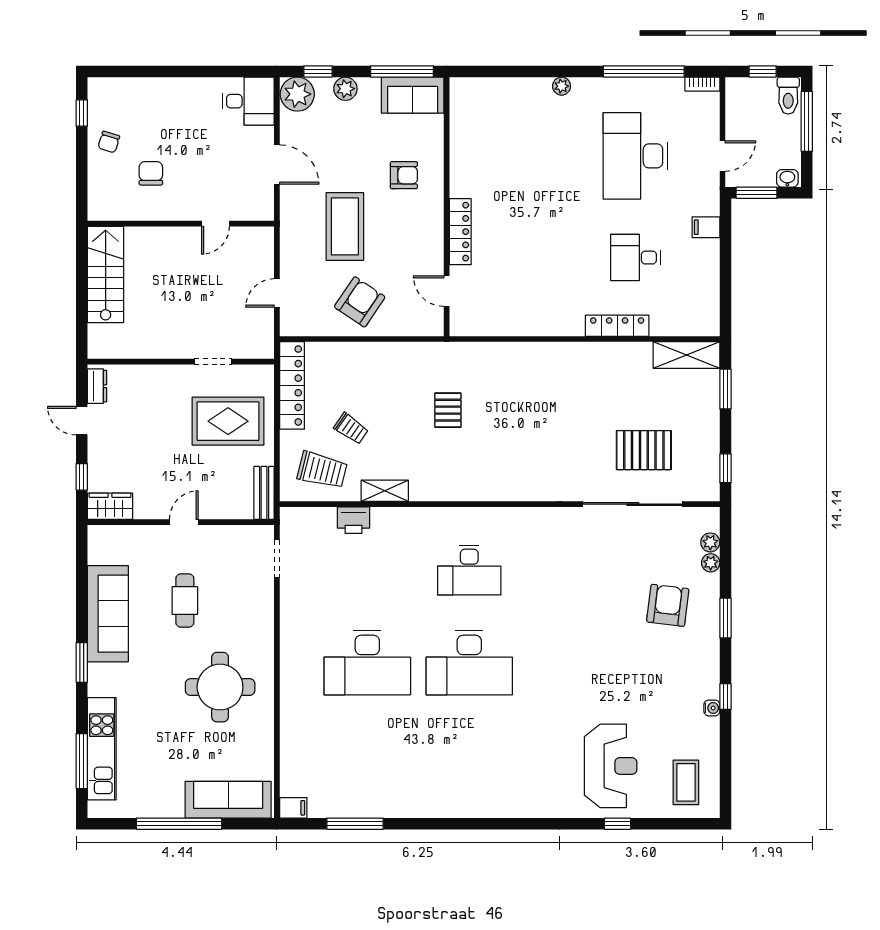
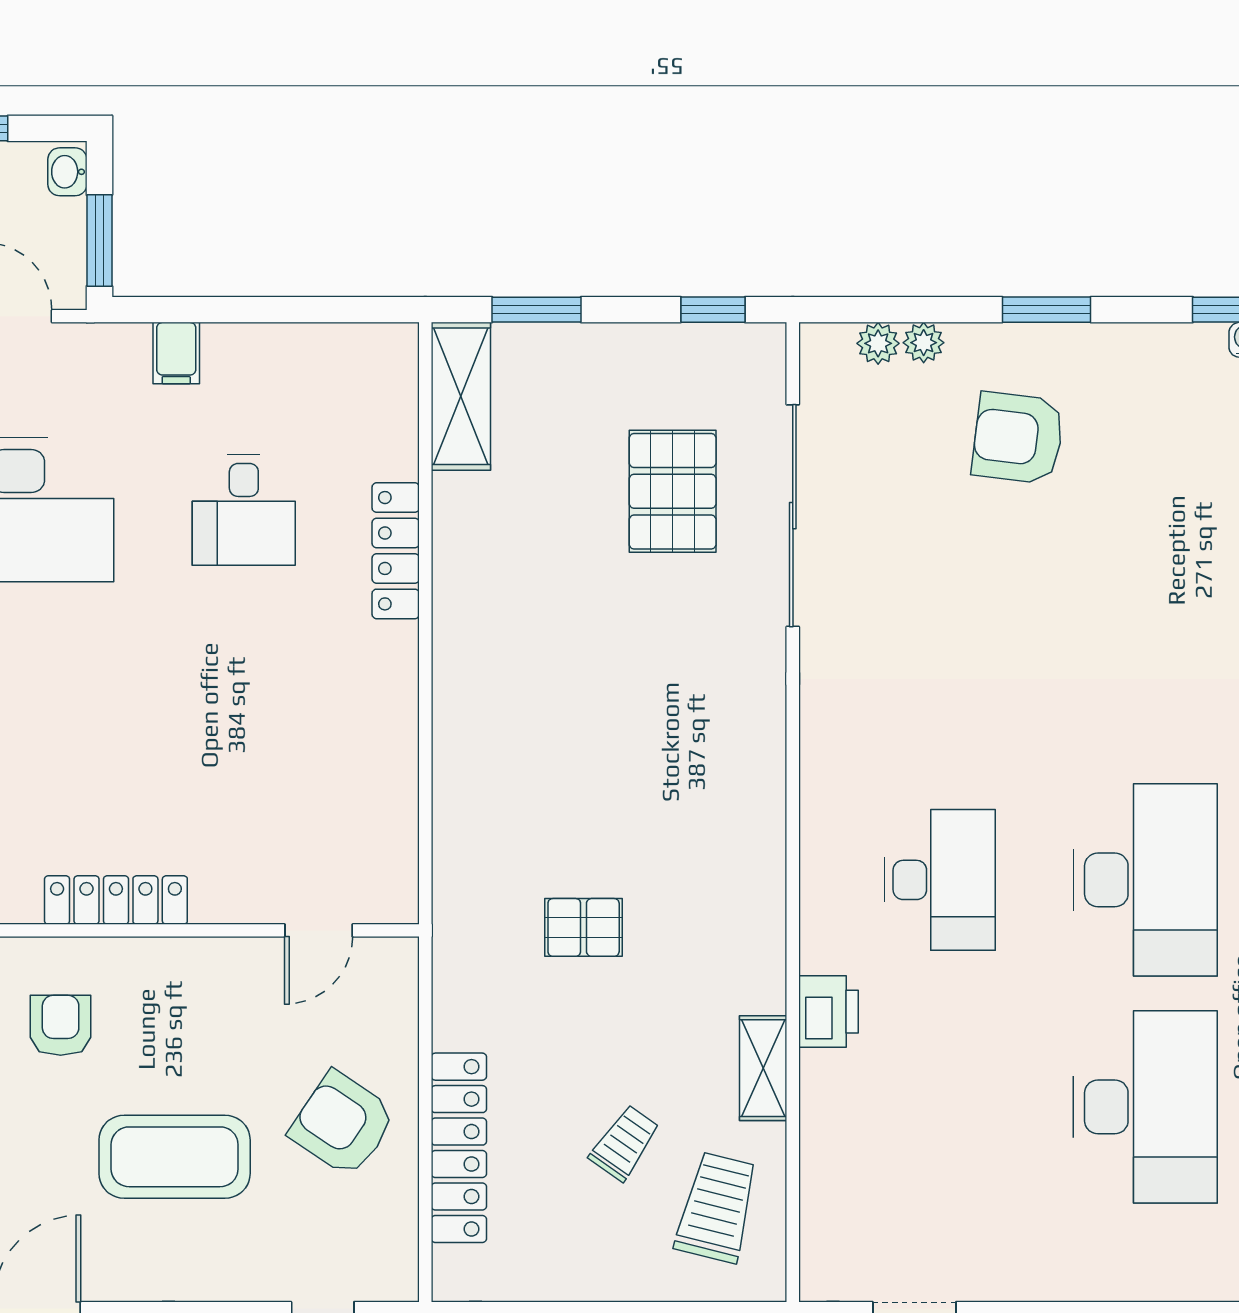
locker: (460, 232) -> (116, 900), moved
locker: (292, 385) -> (459, 1148), moved, turned 90
printer: (353, 520) -> (828, 1012), moved

